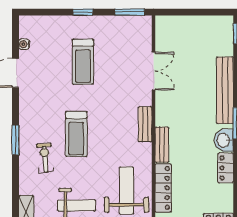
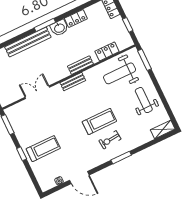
treadmill: (83, 62) -> (43, 149), moved
exercise bike: (45, 158) -> (110, 140), moved
locker: (163, 188) -> (107, 51), width x0.66

